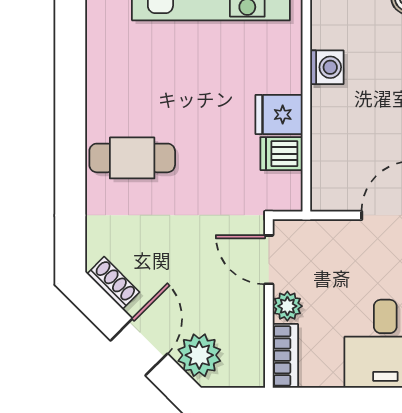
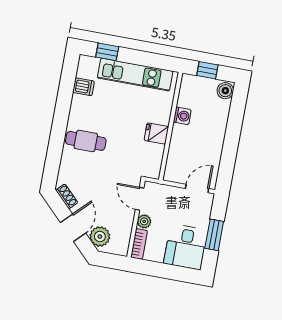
dishwasher: (281, 154) -> (84, 87), moved, turned 180

